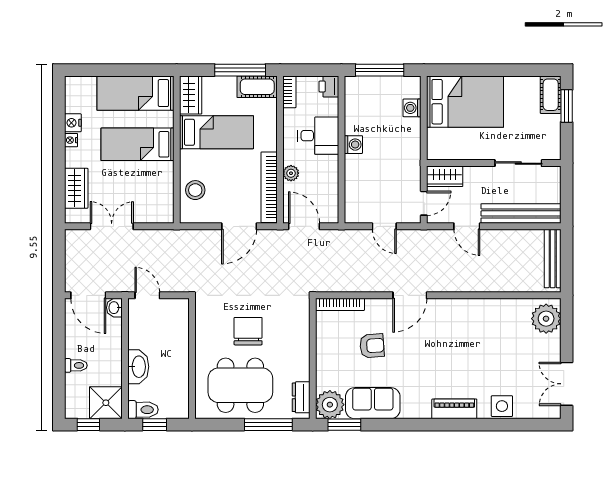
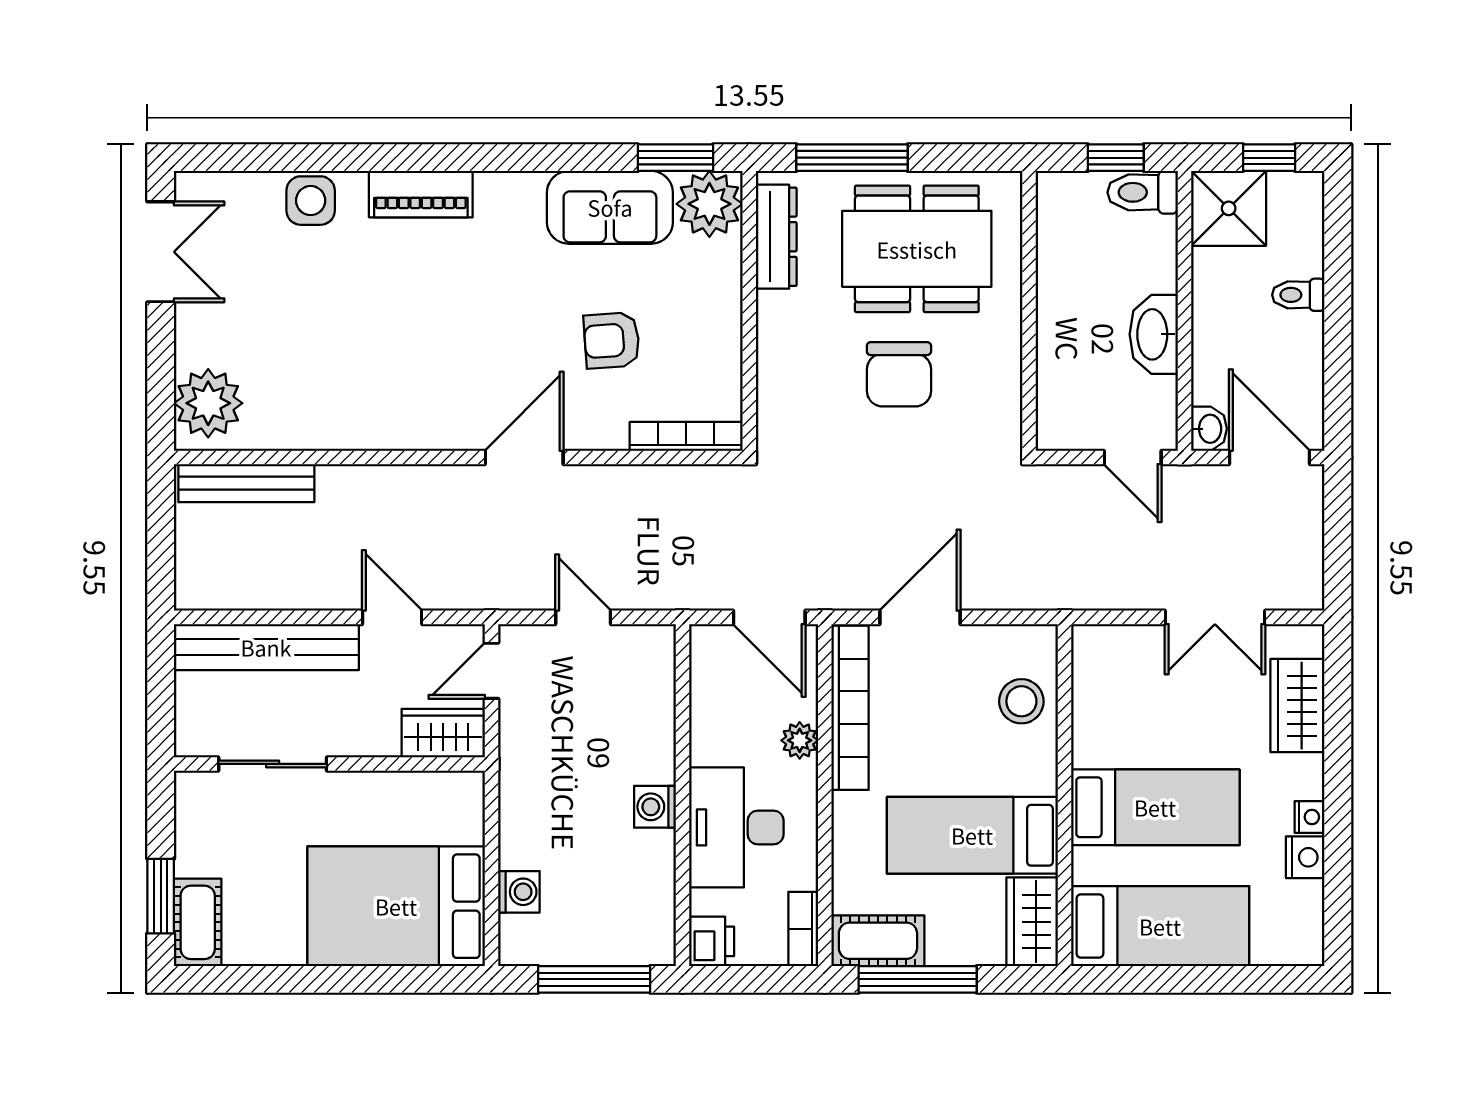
desk: (318, 136) -> (736, 827), width x1.37
bench: (553, 258) -> (246, 483), moved, turned 90
washbasin: (138, 367) -> (1154, 334), moved
dresser: (301, 397) -> (776, 237), width x1.44

